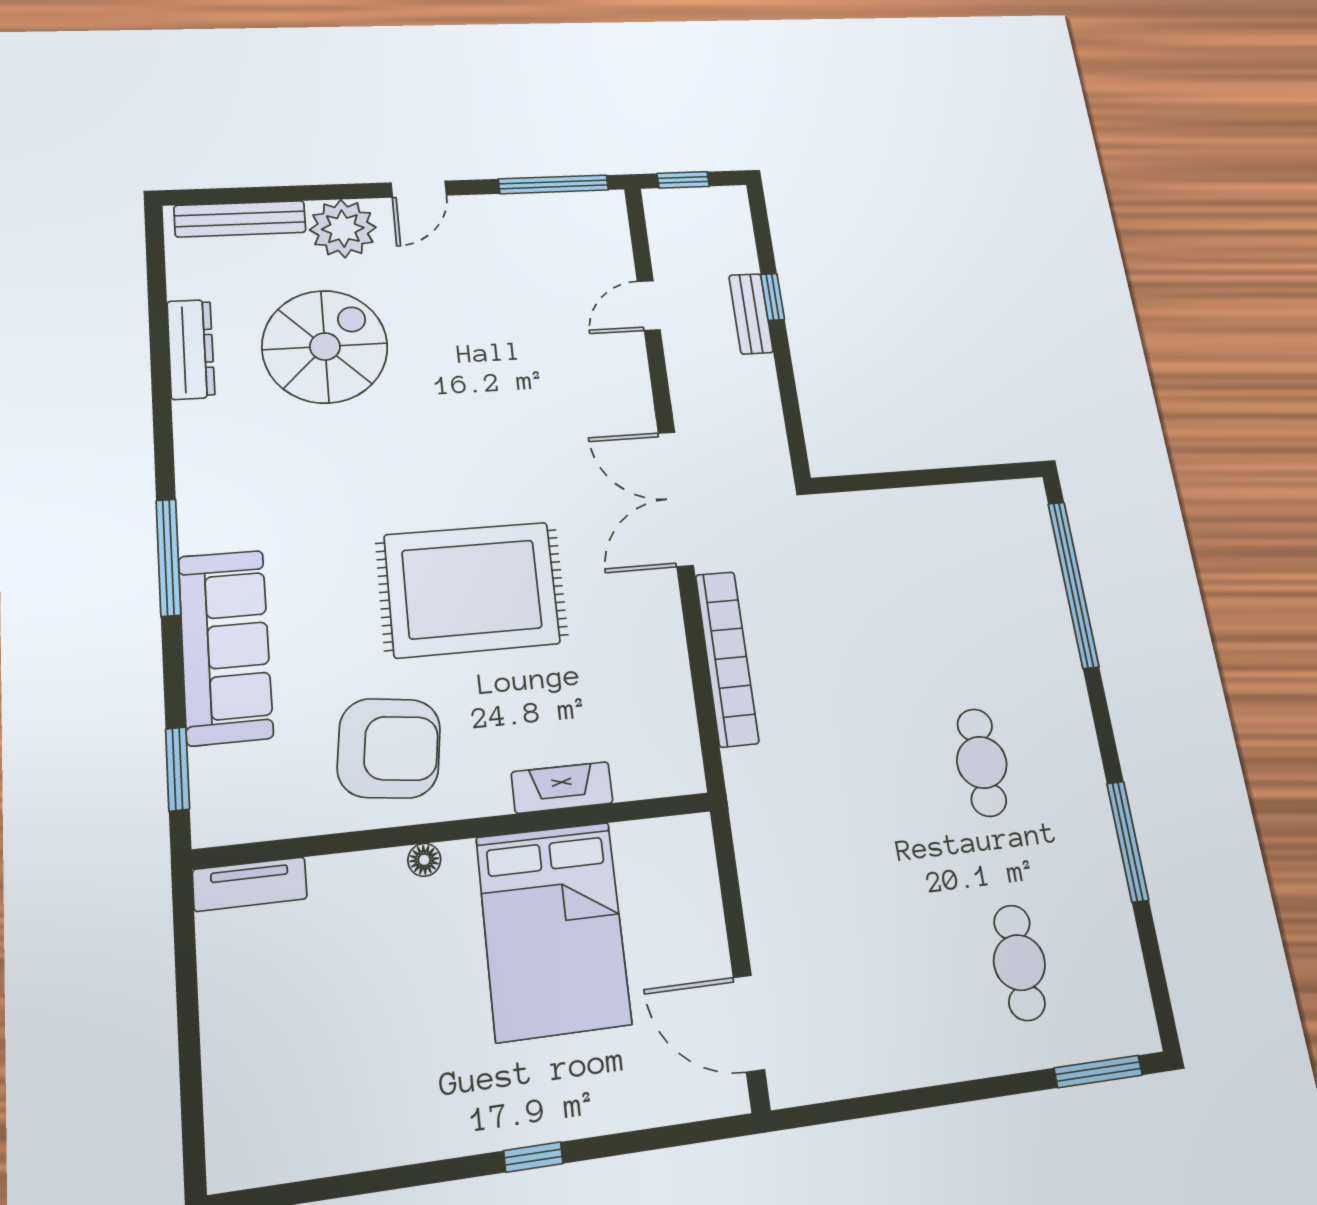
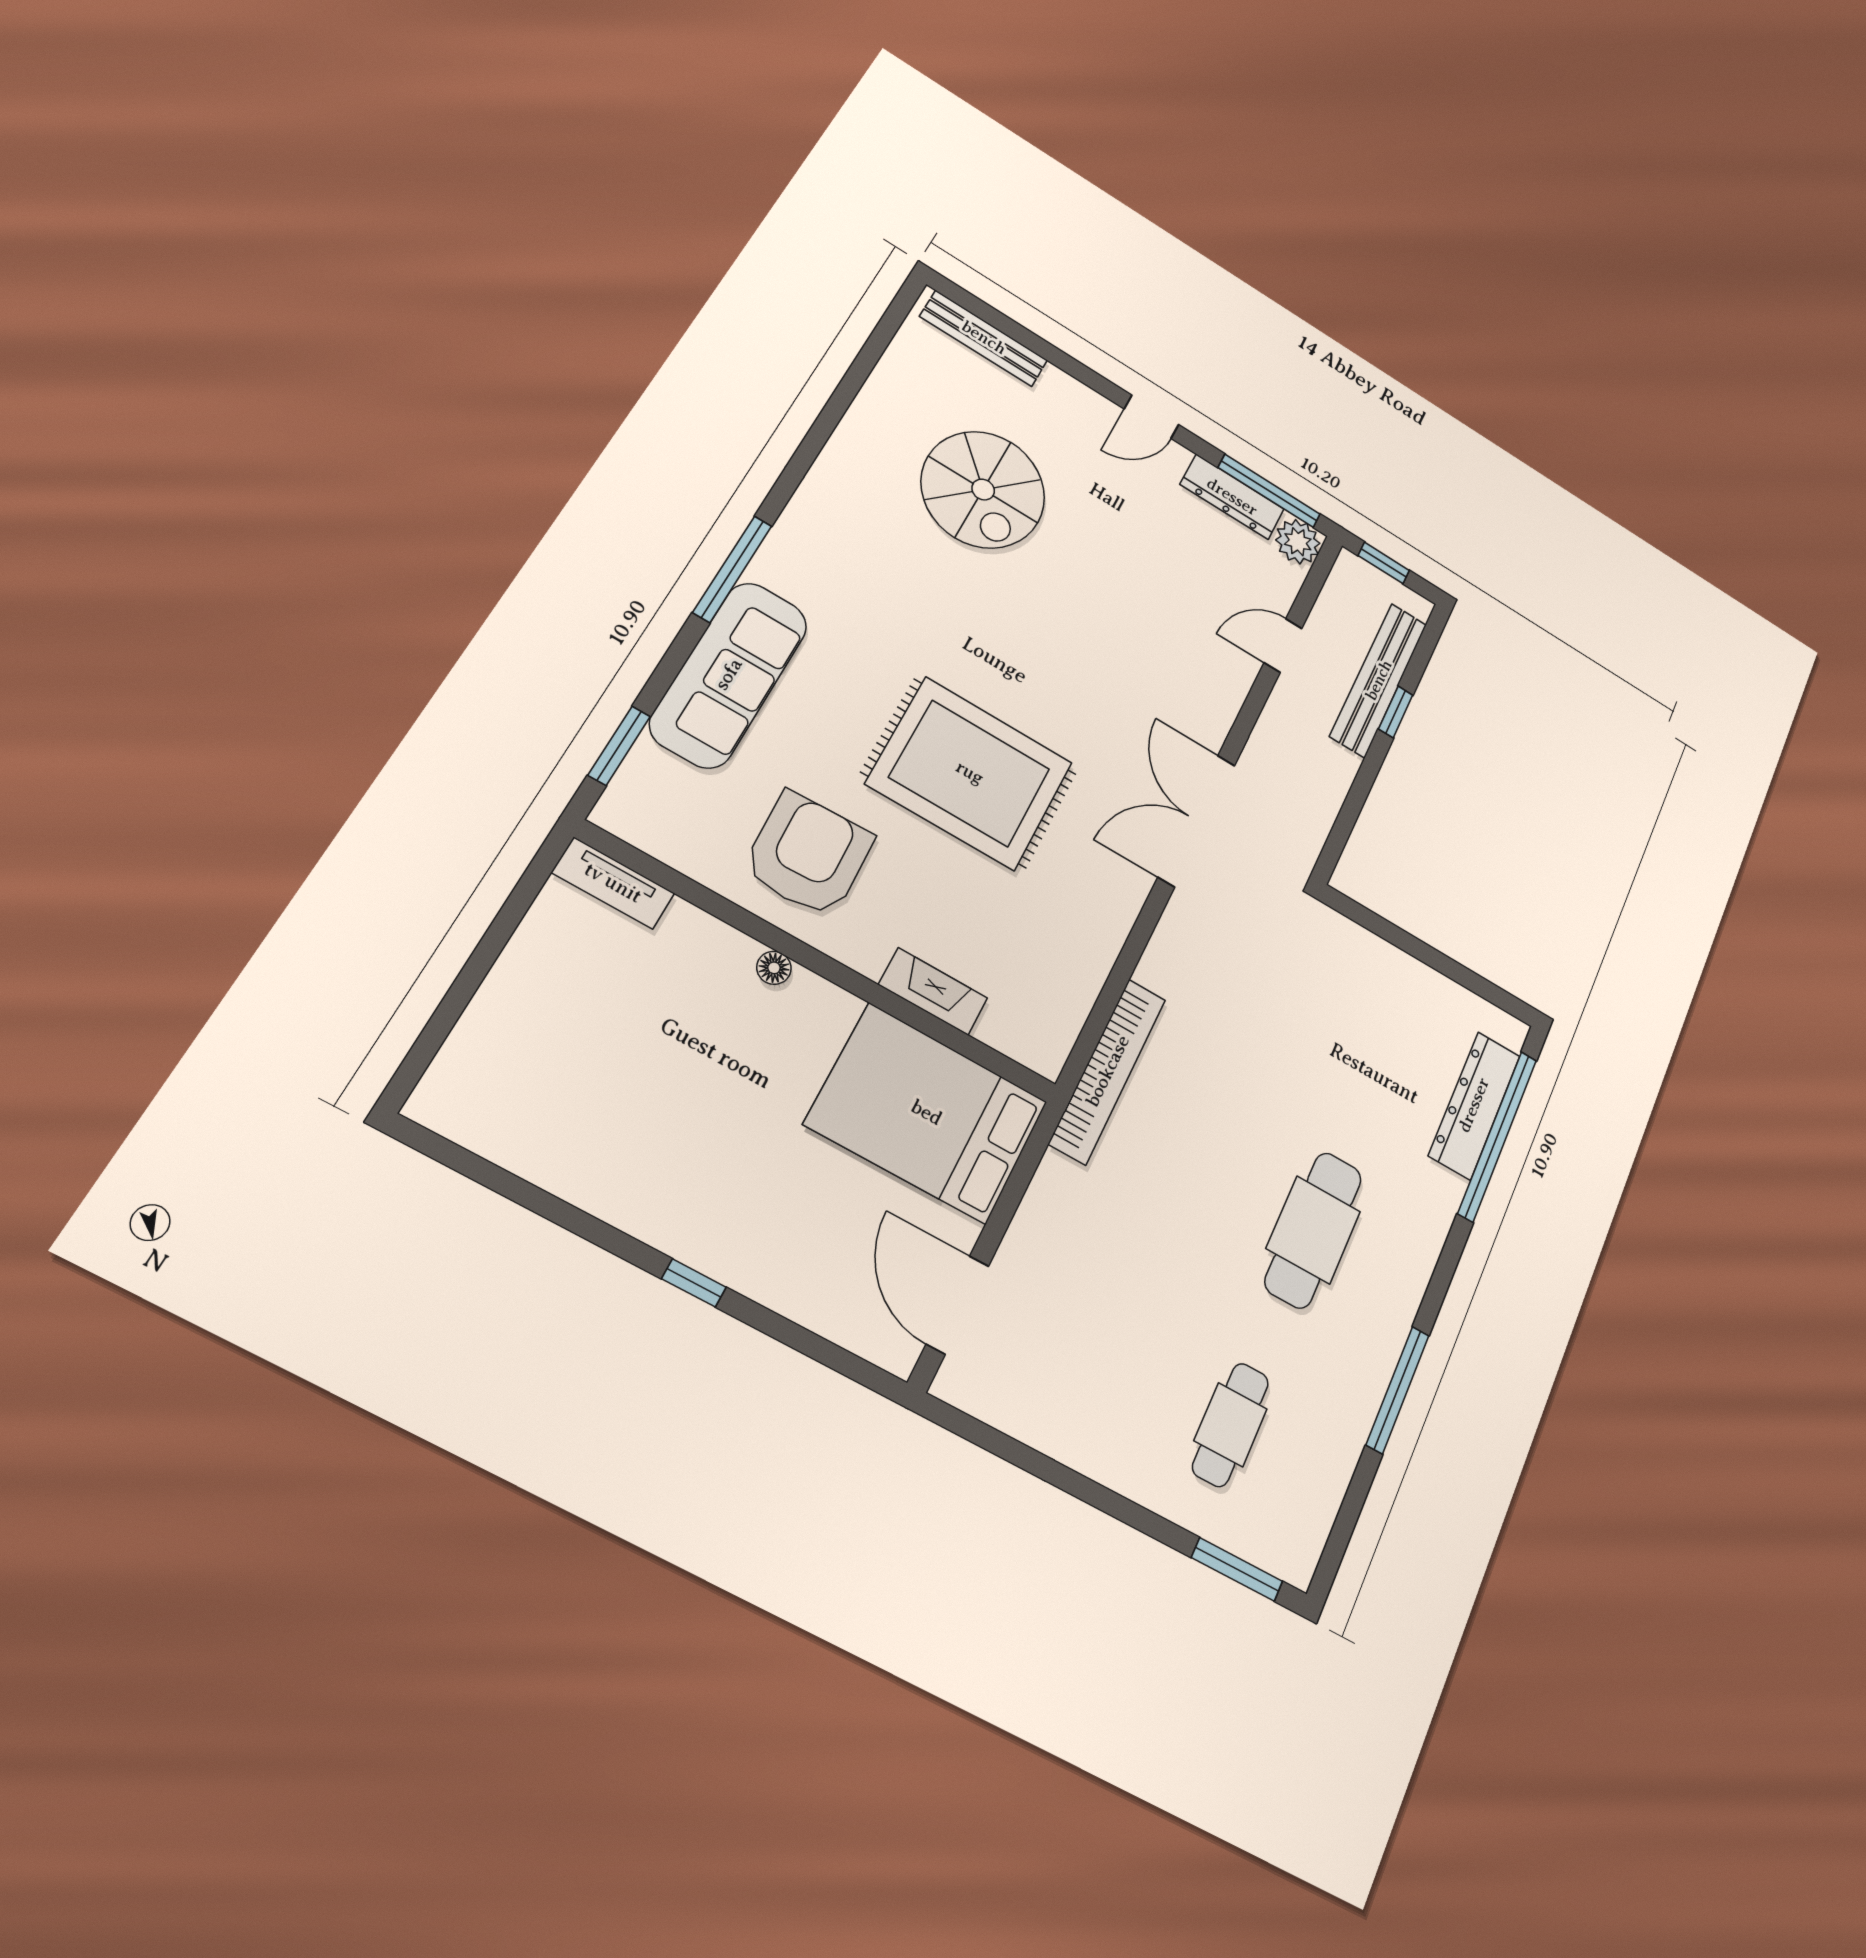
plant: (343, 229) -> (1298, 542), moved, width x0.73, depth x0.73
bench: (751, 314) -> (1379, 680), width x1.86, depth x1.21
spiral stairs: (325, 347) -> (983, 490), turned 90
dresser: (191, 349) -> (1232, 497), moved, turned 90
dresser: (1040, 573) -> (1474, 1105), added
bookcase: (727, 658) -> (1108, 1071), moved
armchair: (389, 748) -> (808, 854), turned -99
cafe table: (982, 762) -> (1313, 1230), width x1.37, depth x1.35
bed: (553, 930) -> (927, 1113), moved, turned 90

